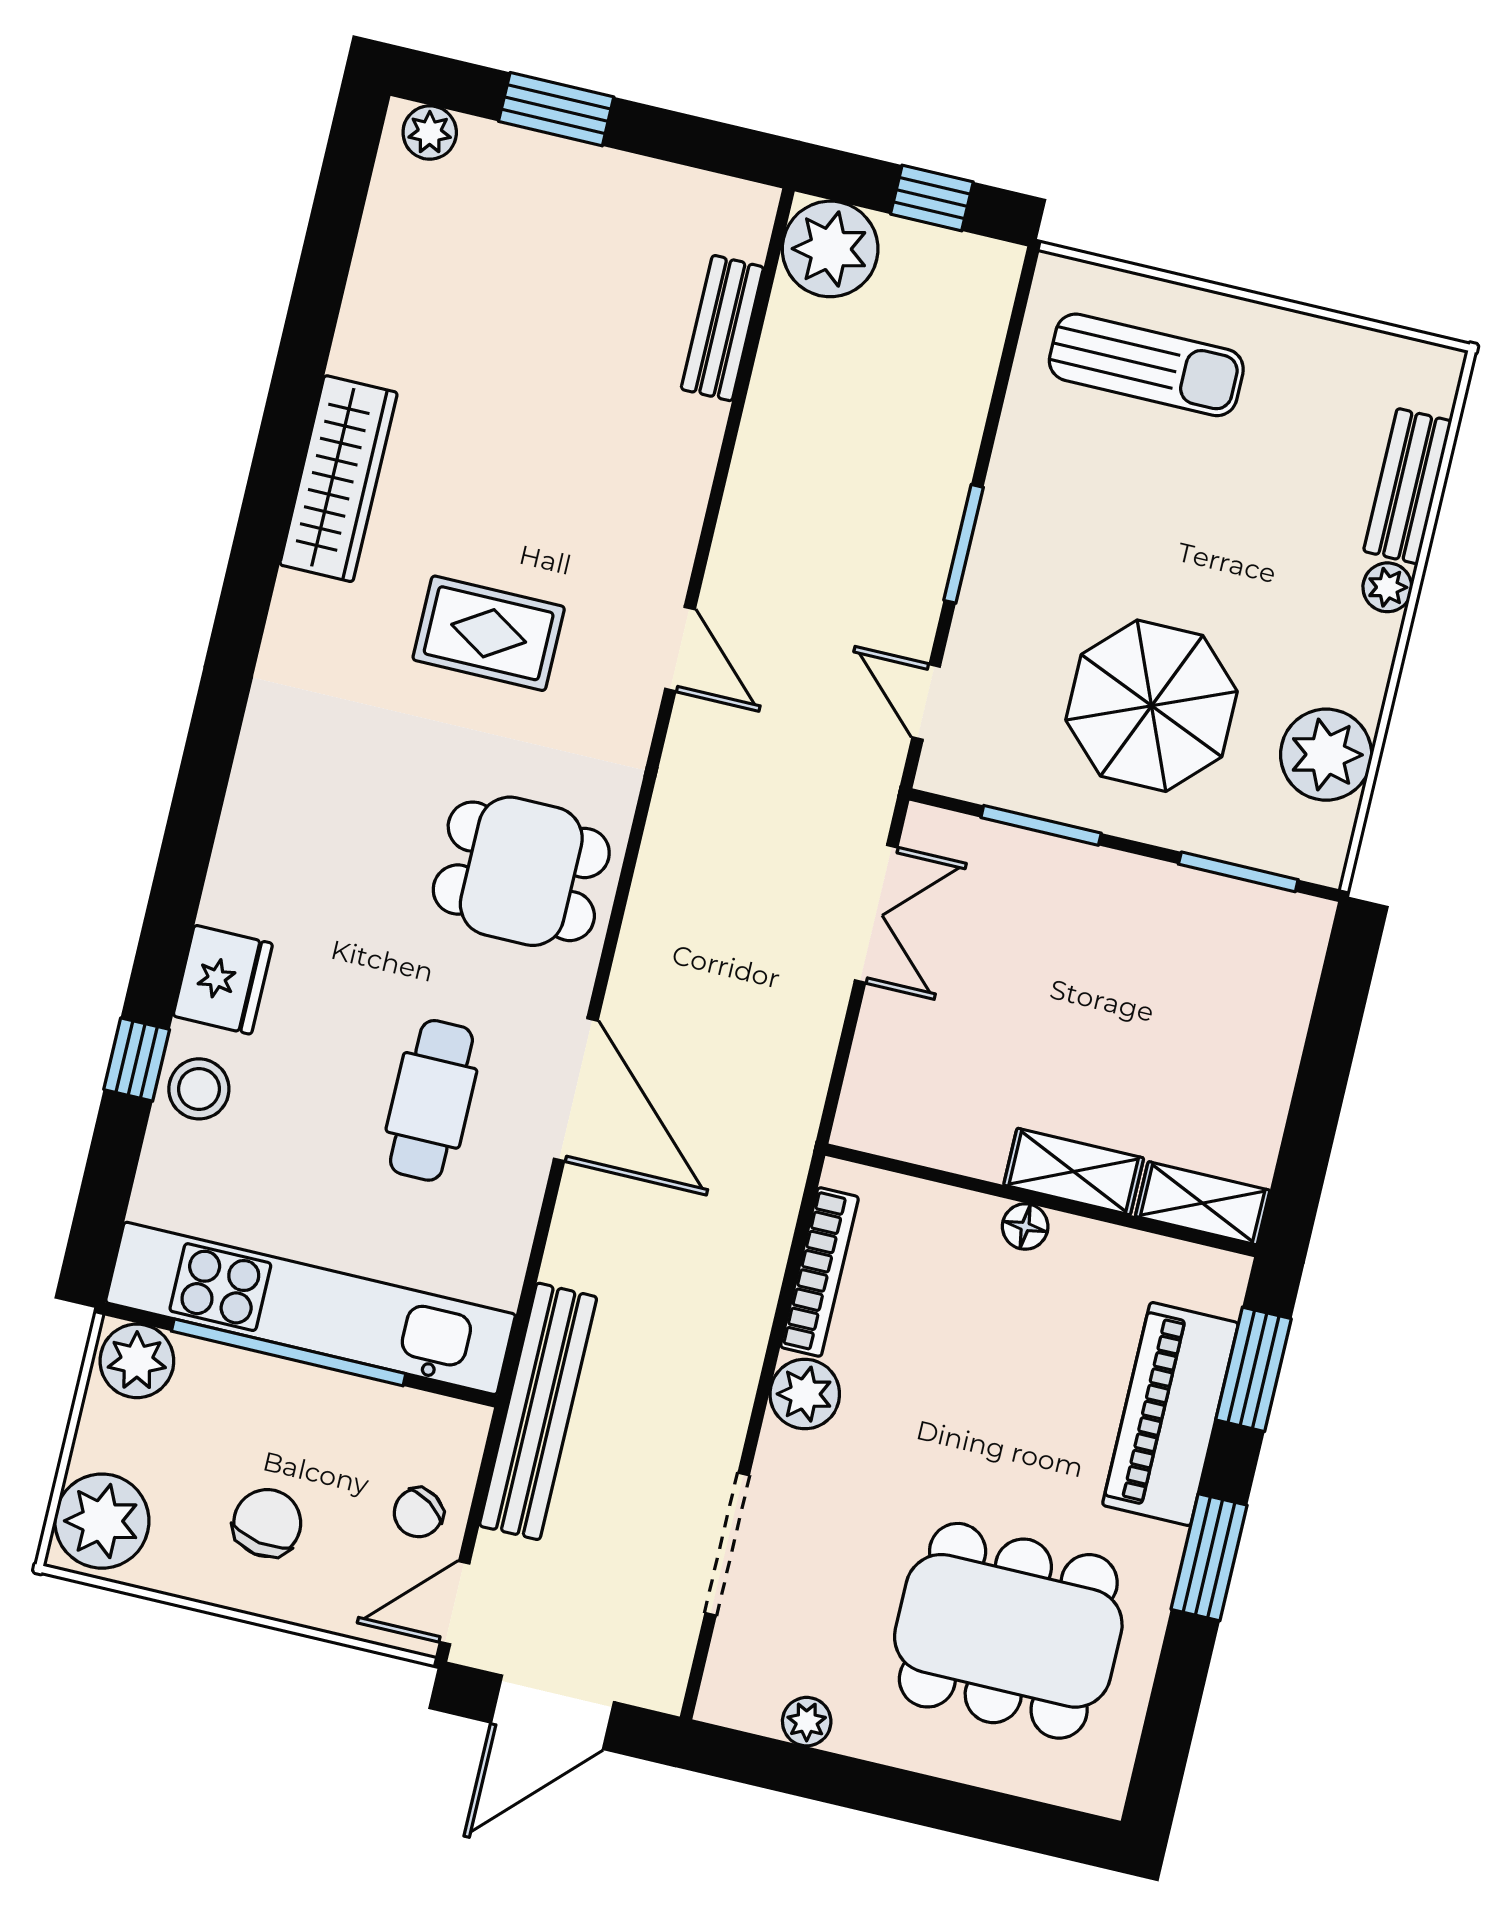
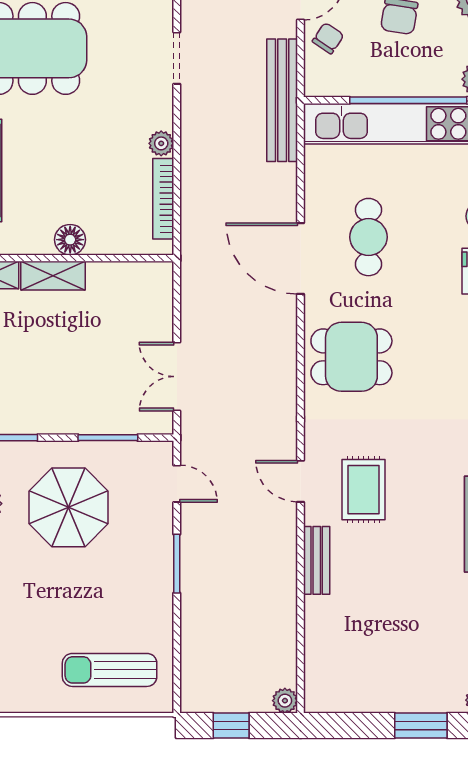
plant: (830, 249) -> (285, 701), width x0.53, depth x0.53
bench: (722, 328) -> (317, 560), moved
rug: (489, 633) -> (363, 490), moved, turned 90
floor lamp: (1025, 1227) -> (70, 240), width x1.37, depth x1.37
plant: (805, 1394) -> (161, 143), width x0.73, depth x0.73
doorway: (727, 1544) -> (177, 58), width x0.73

